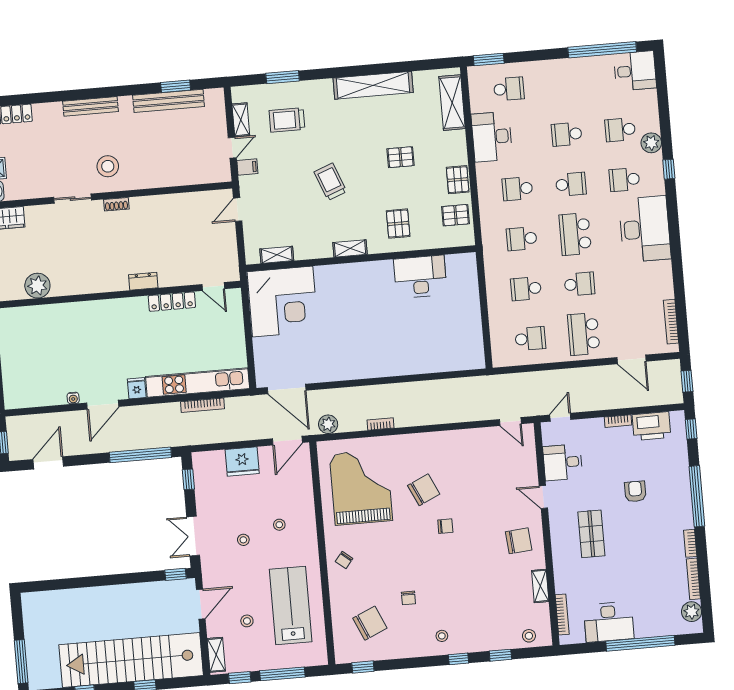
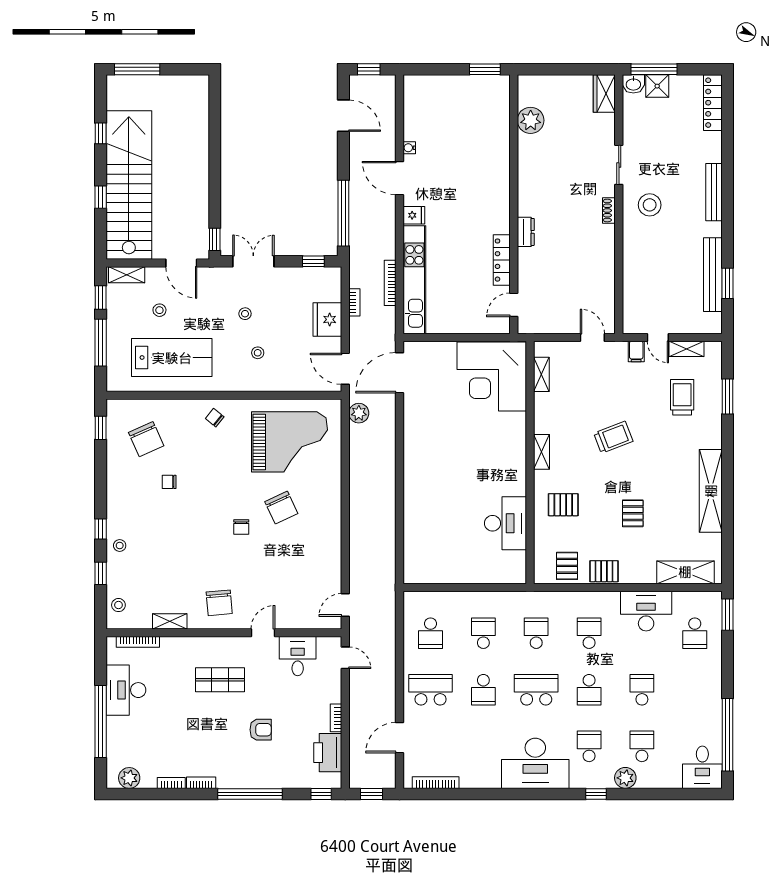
bookcase: (381, 424) -> (354, 302), moved
bookcase: (693, 579) -> (171, 783), width x0.64
stool: (442, 636) -> (120, 545), moved

